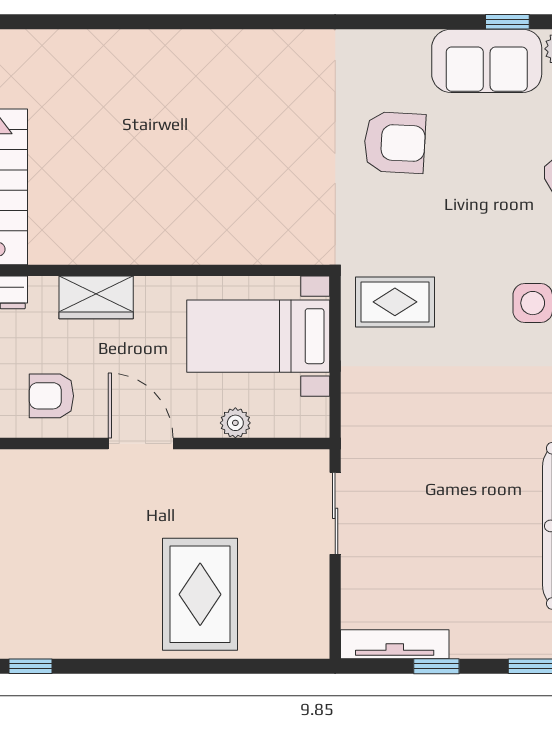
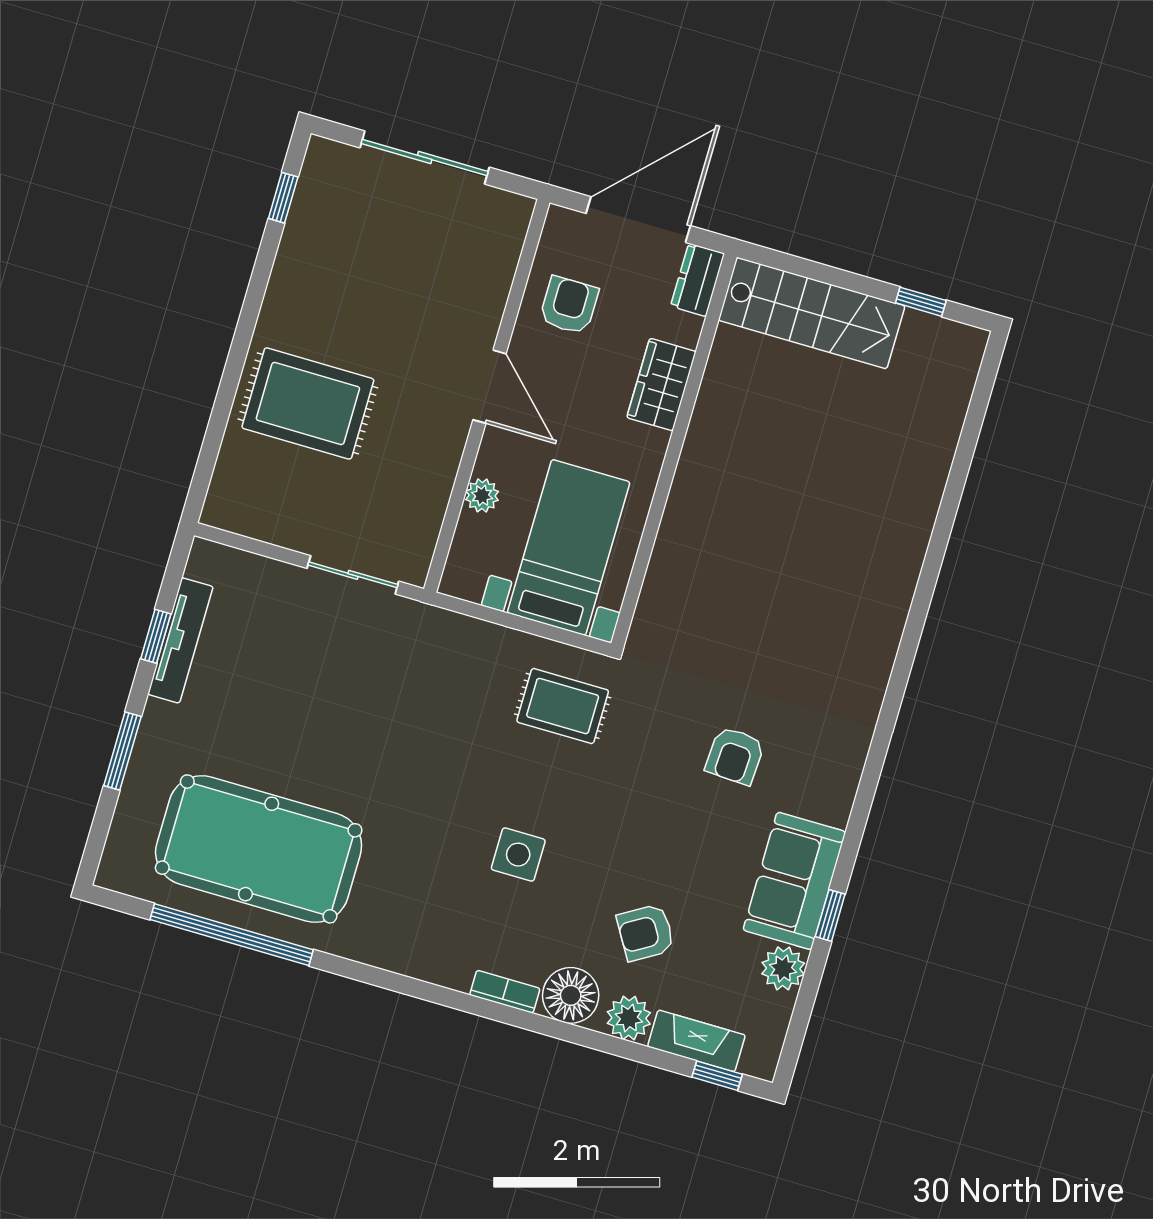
armchair: (395, 143) -> (735, 756), width x0.72, depth x0.72
rug: (395, 302) -> (563, 706), turned 90
door: (141, 443) -> (489, 387), hinge flipped
tv unit: (395, 644) -> (180, 640), moved

